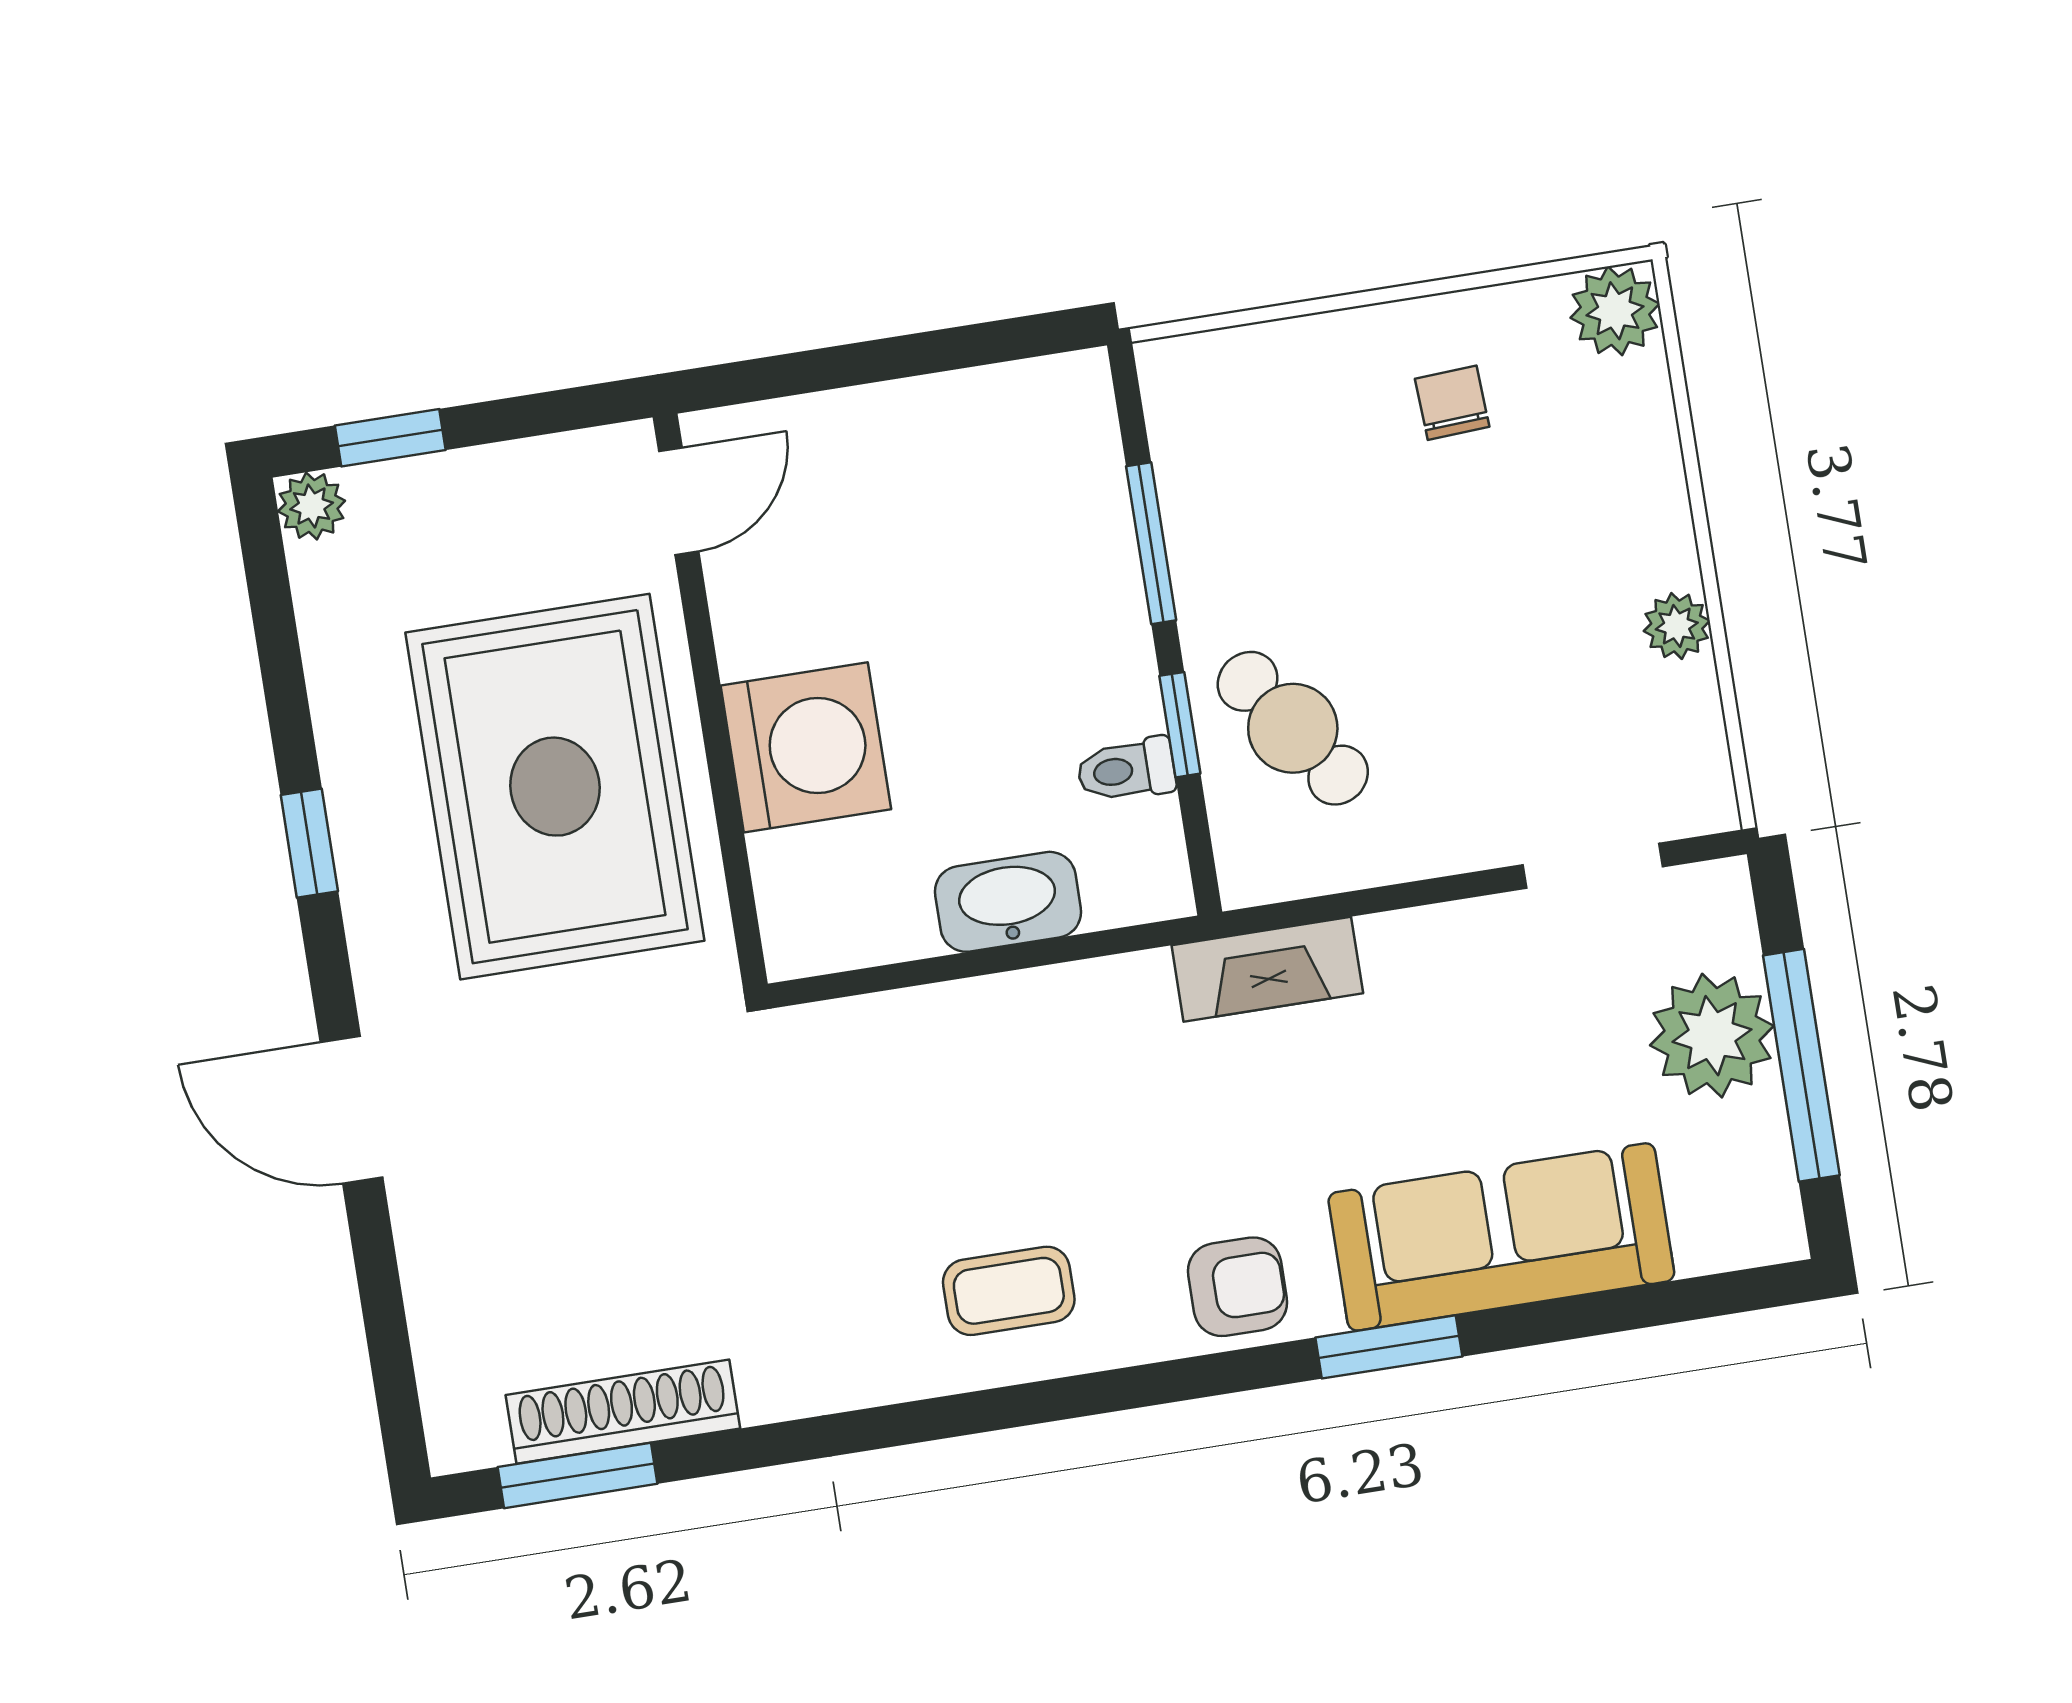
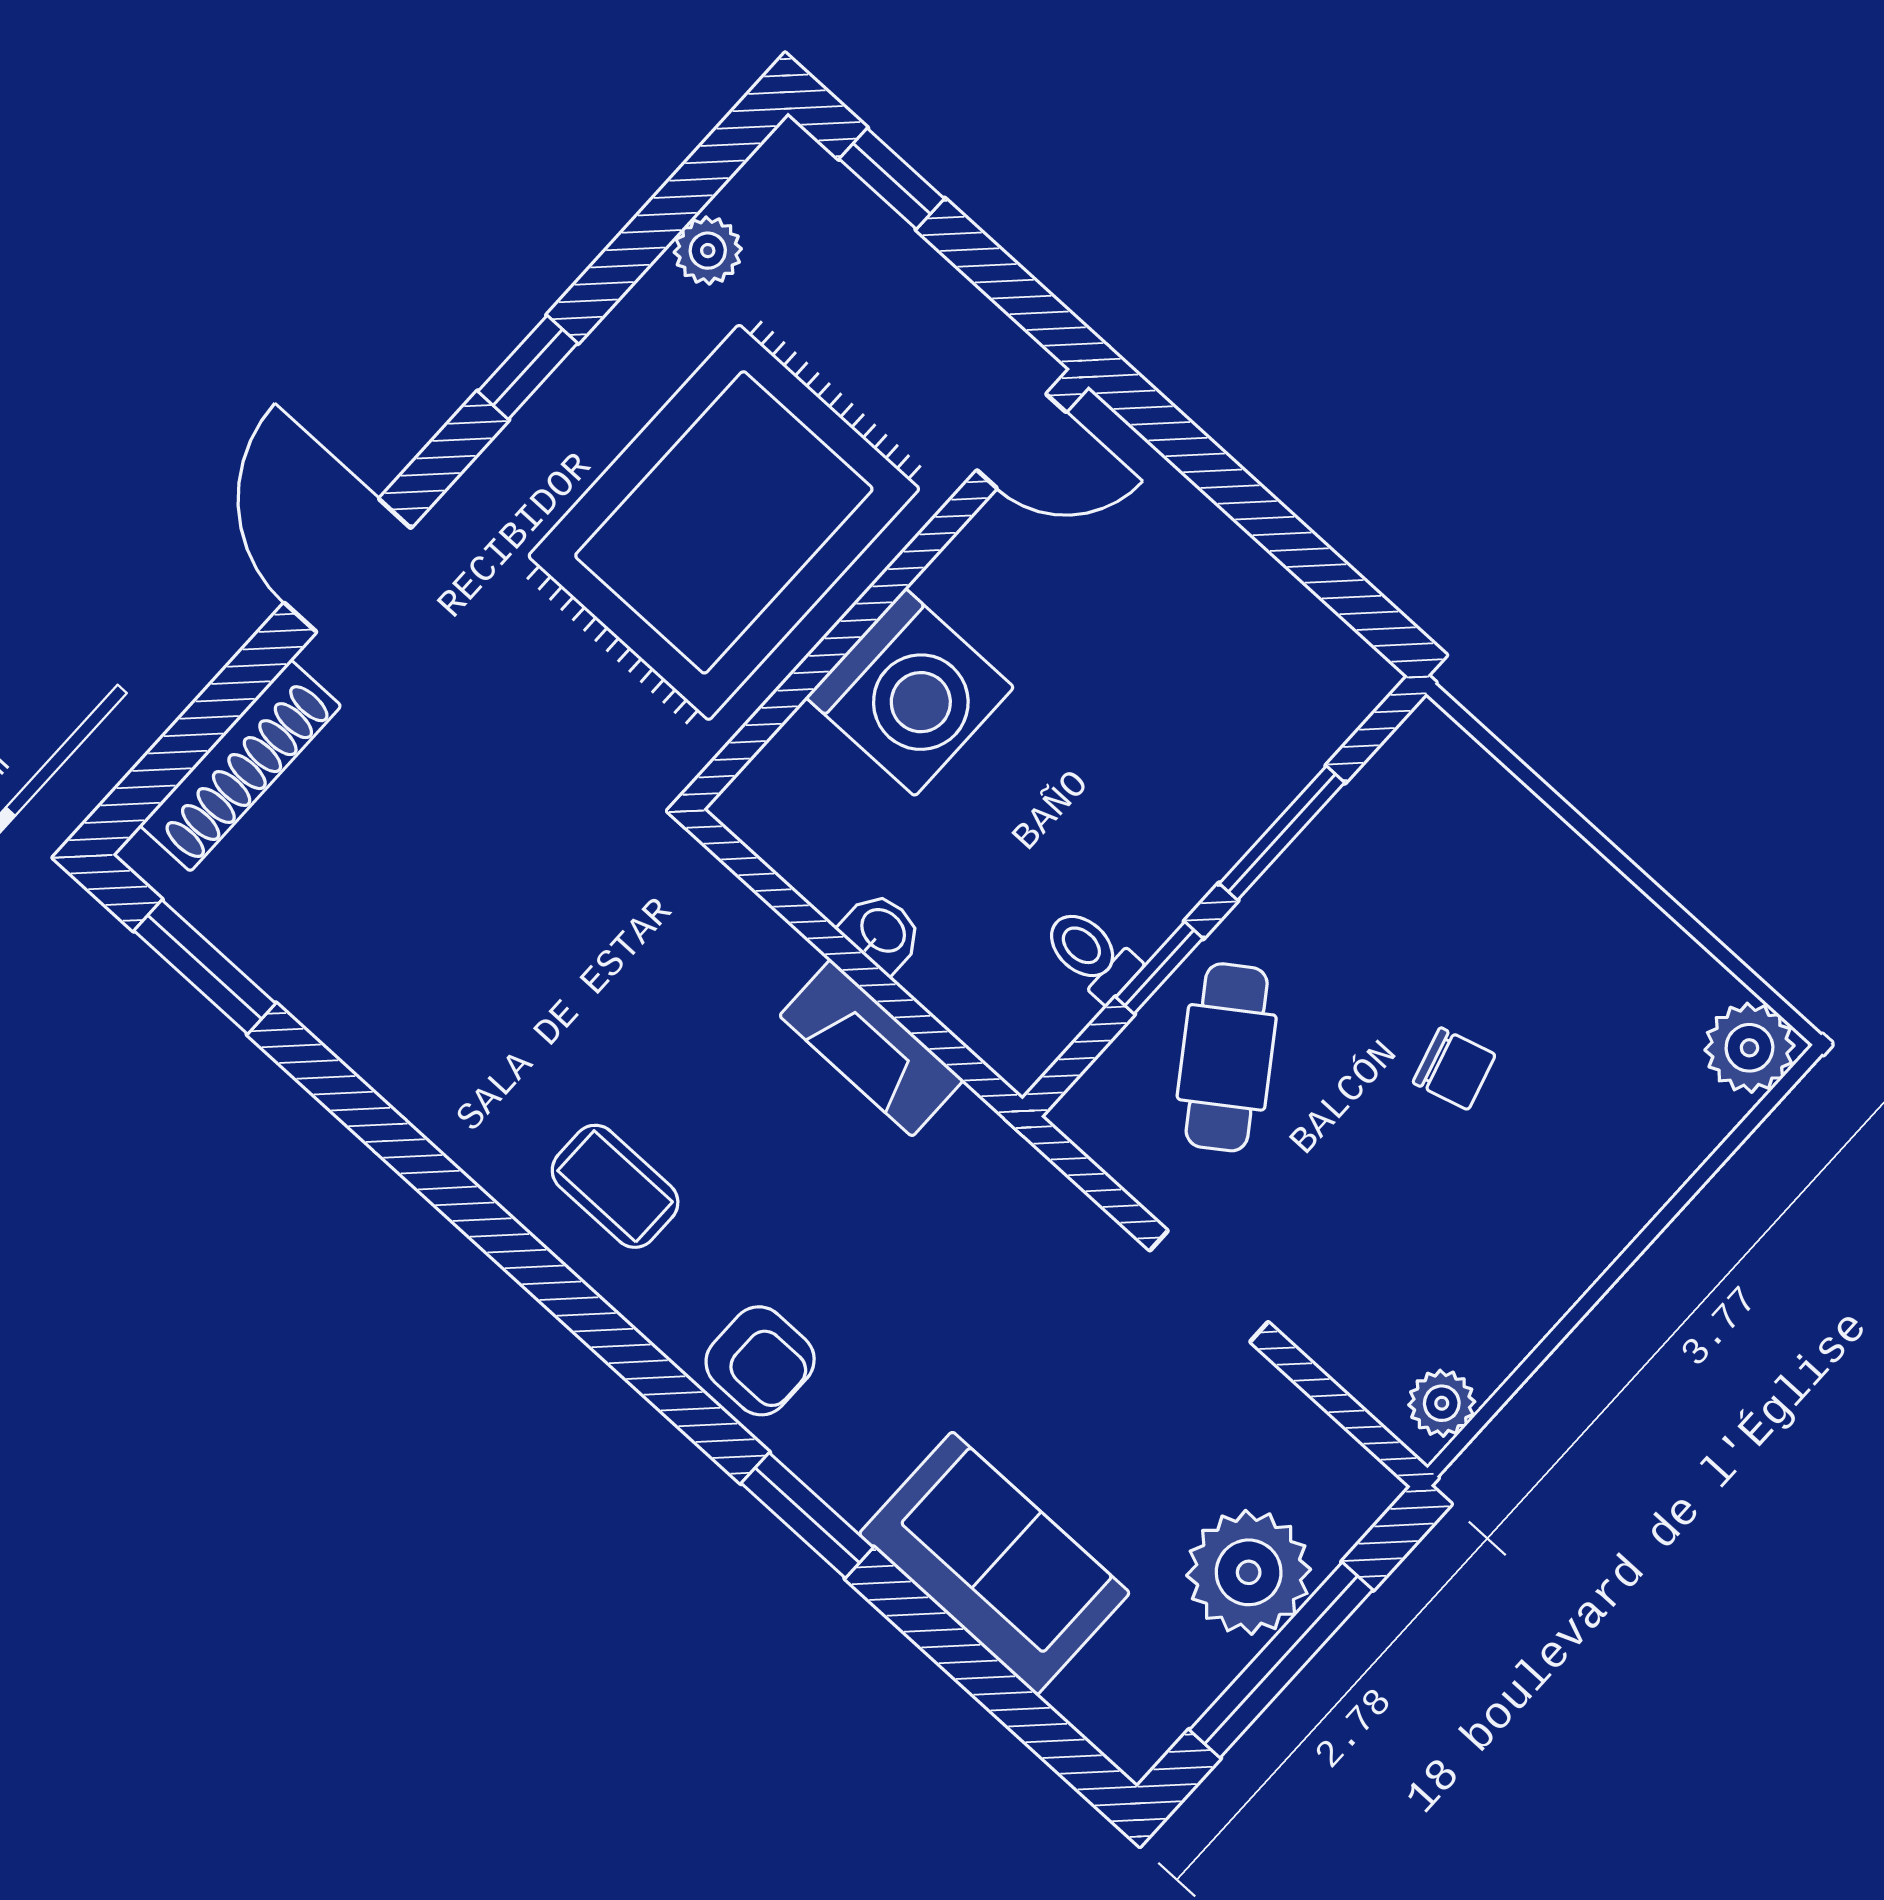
chair: (1452, 403) -> (1454, 1069), moved, turned 77
plant: (312, 506) -> (708, 251), moved
plant: (1677, 626) -> (1442, 1403), moved
doorway: (1593, 866) -> (1209, 1286), moved
washbasin: (1008, 902) -> (882, 932), width x0.52, depth x0.69
fireplace: (1267, 969) -> (871, 1048), moved
sofa: (1501, 1237) -> (994, 1563), width x0.73
shoe rack: (623, 1412) -> (240, 765), moved, turned 90

